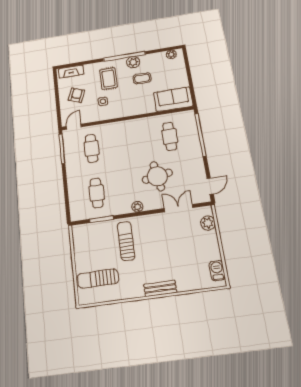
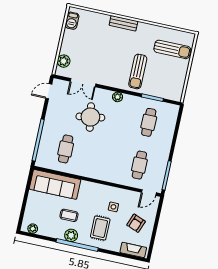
sofa: (173, 99) -> (55, 184), width x1.36

